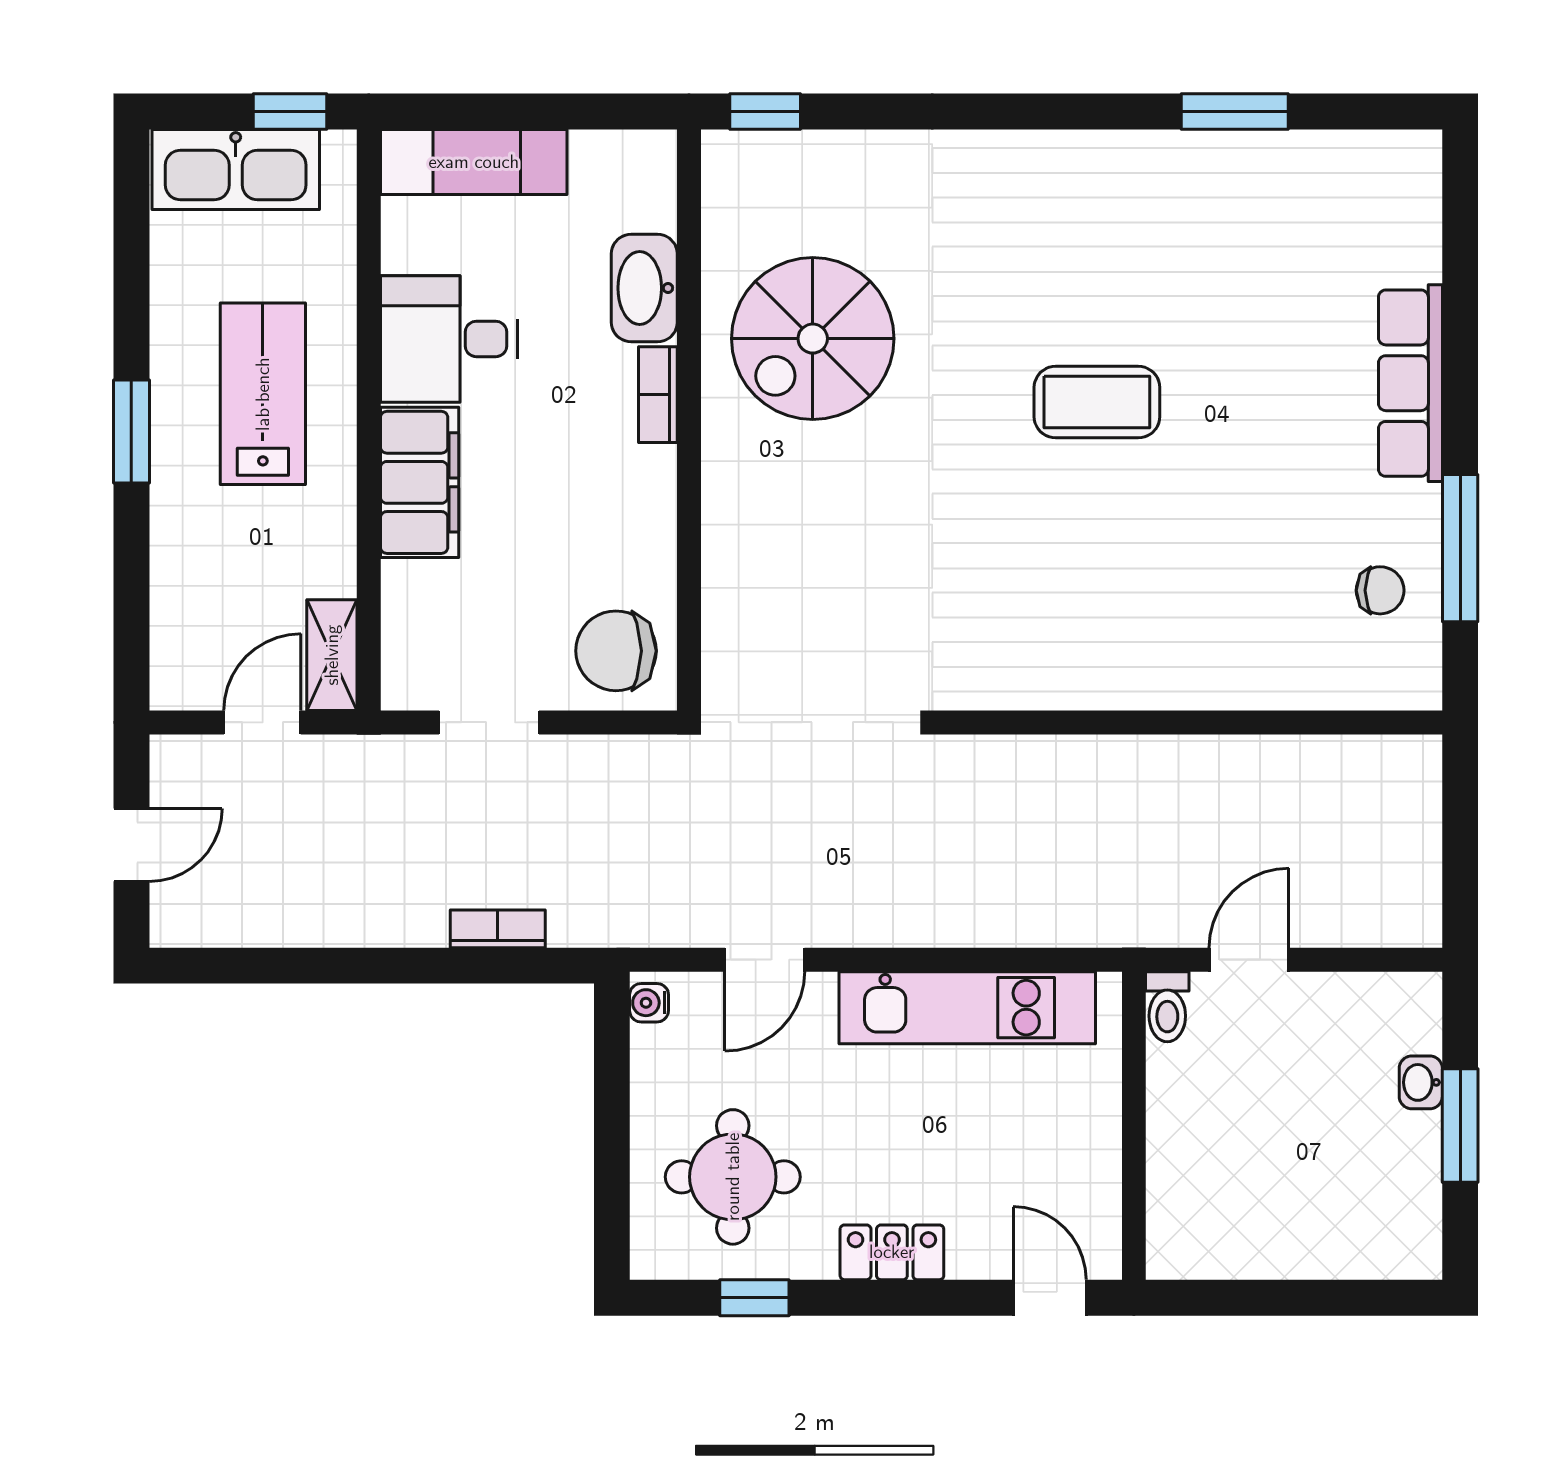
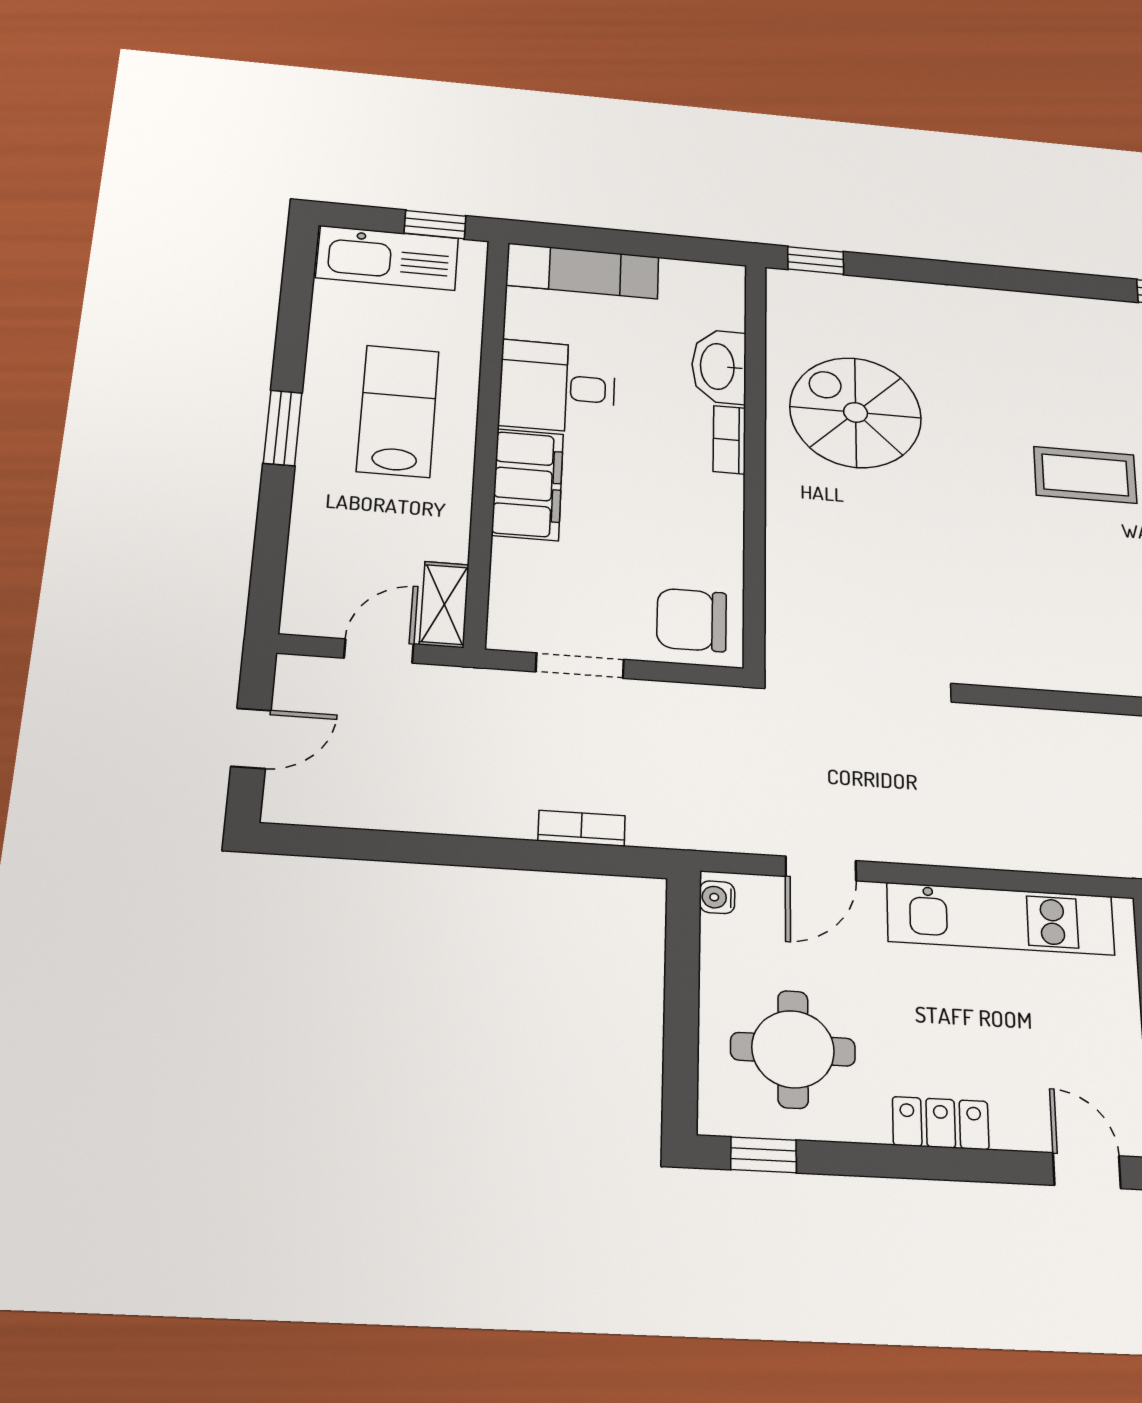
spiral stairs: (813, 339) -> (856, 412), turned 90
window: (754, 1298) -> (764, 1155), moved

